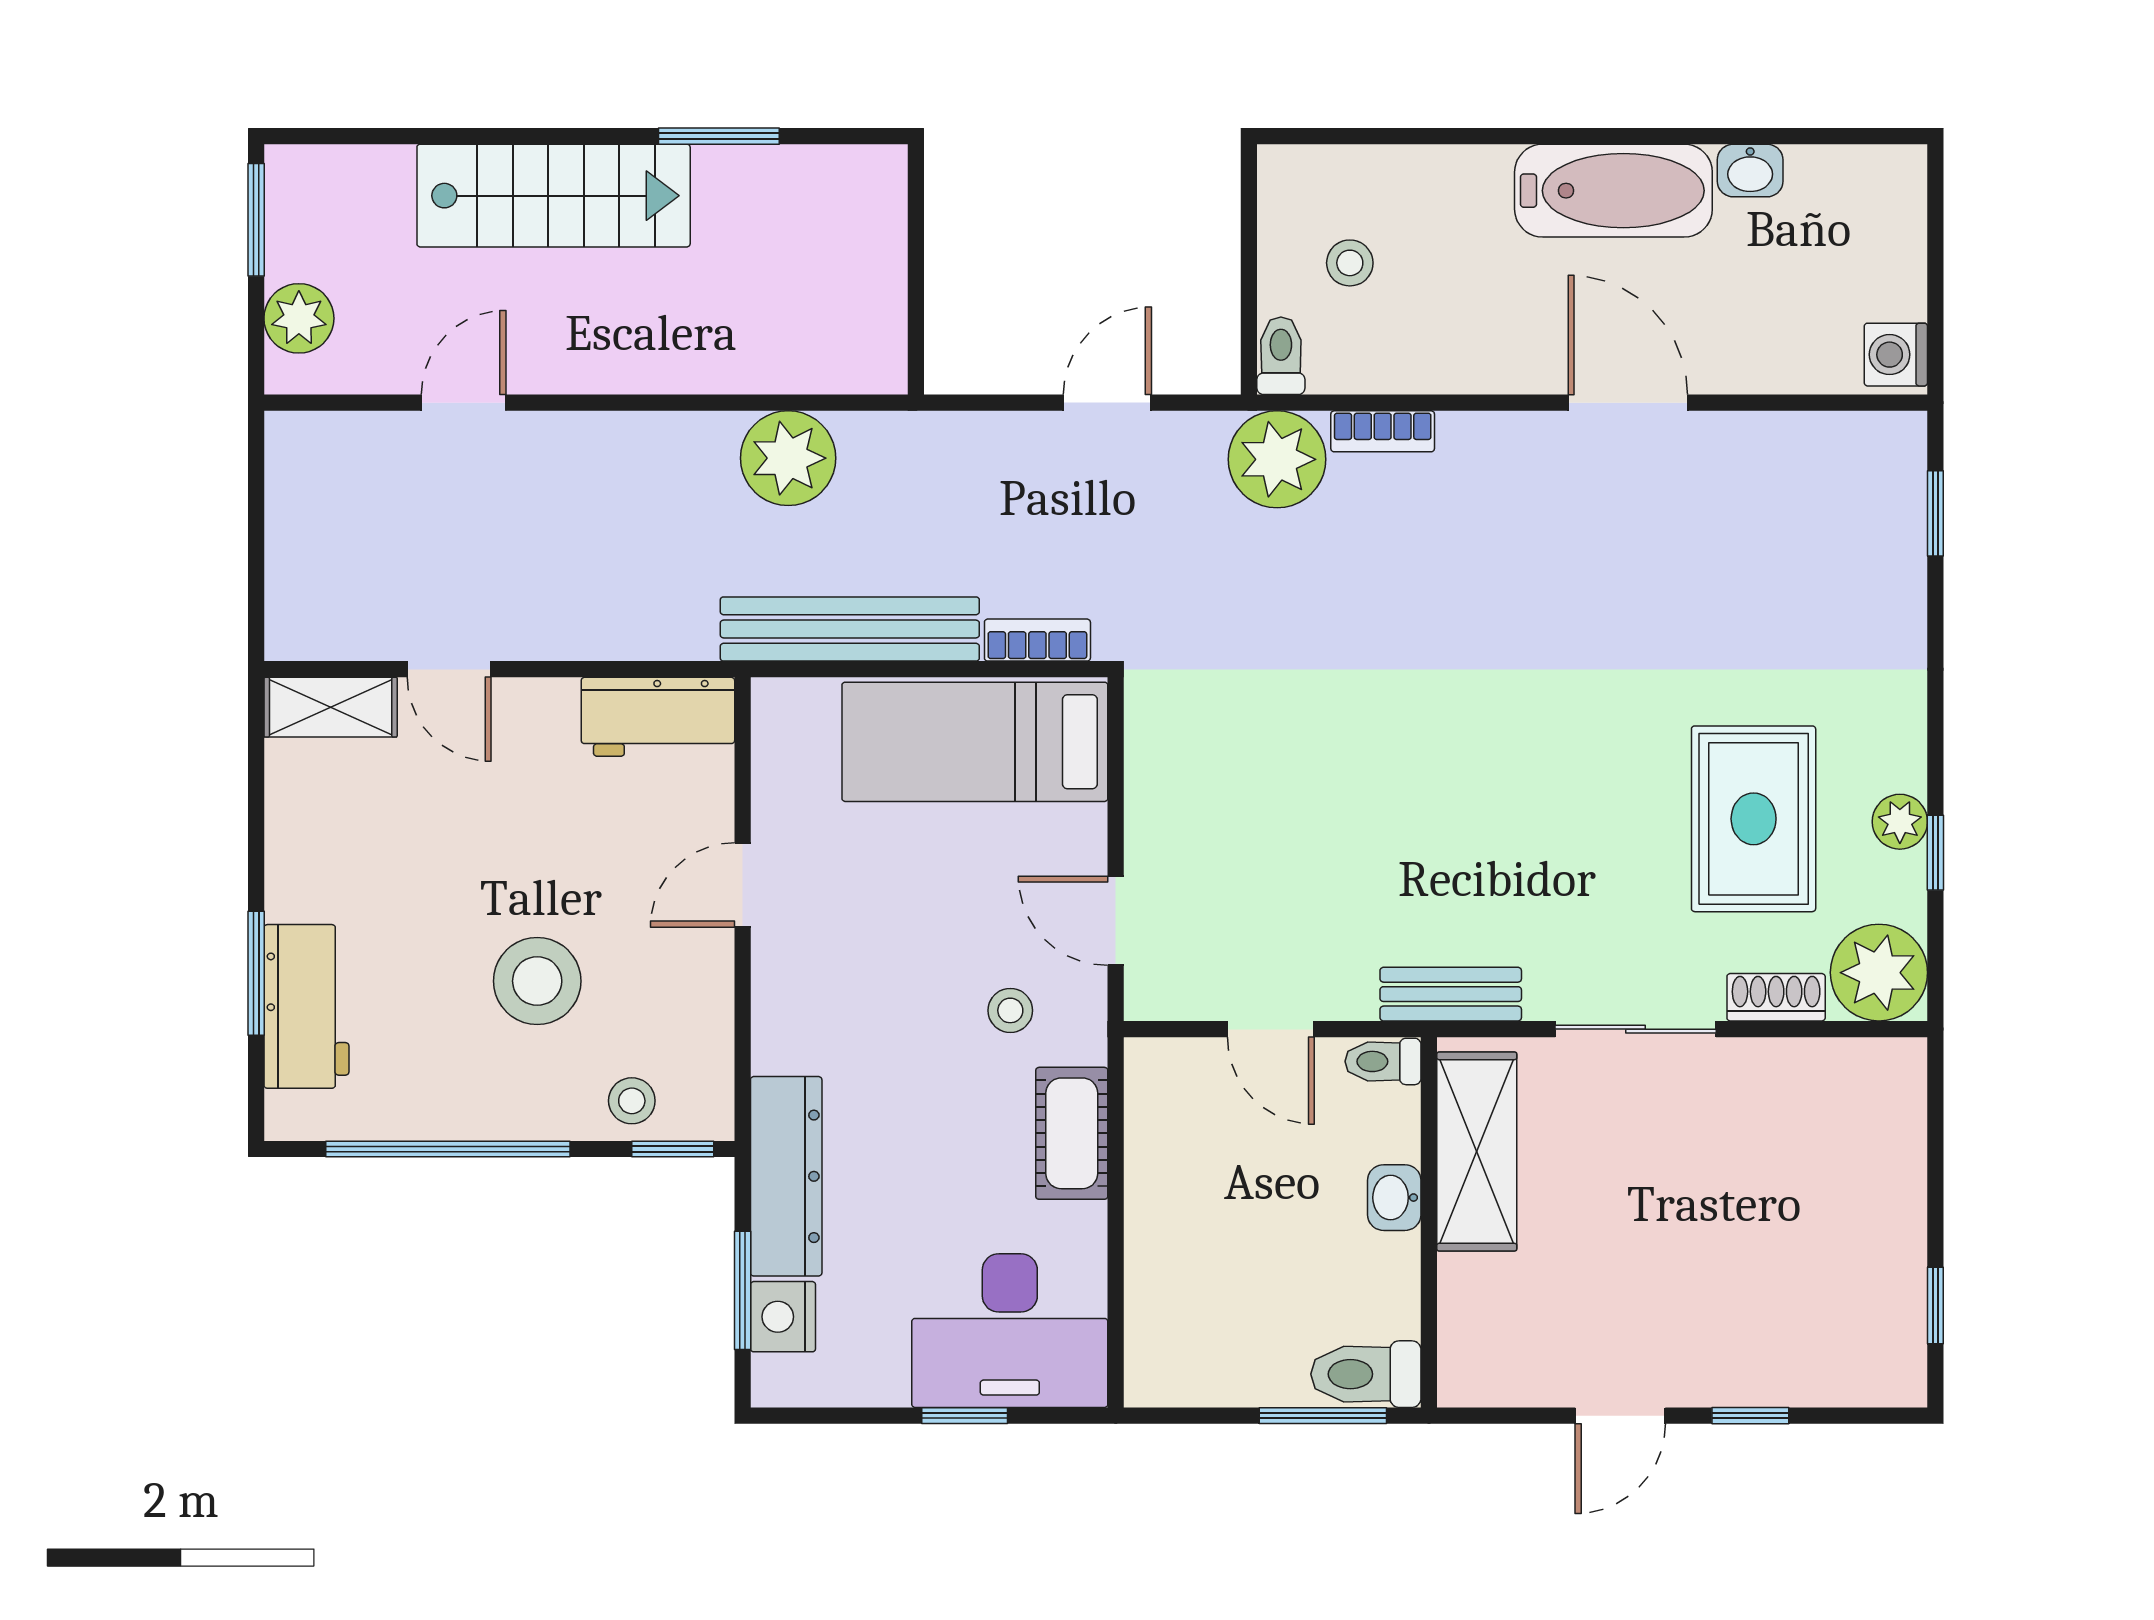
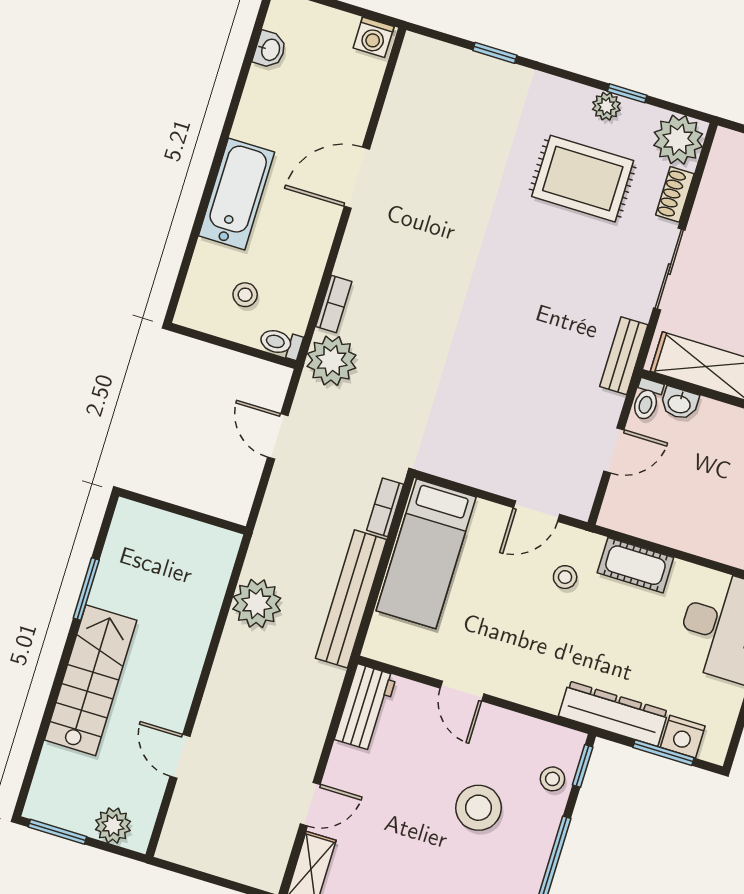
washbasin: (1750, 171) -> (270, 50), moved
bathtub: (1613, 191) -> (237, 194), moved
window: (1935, 513) -> (495, 53), moved
washbasin: (1394, 1198) -> (679, 403), moved

